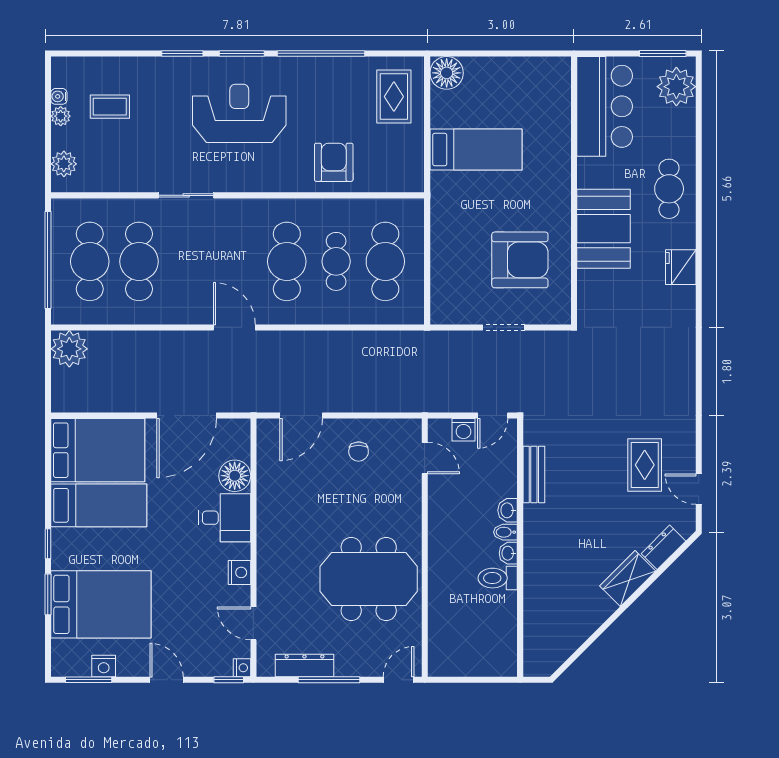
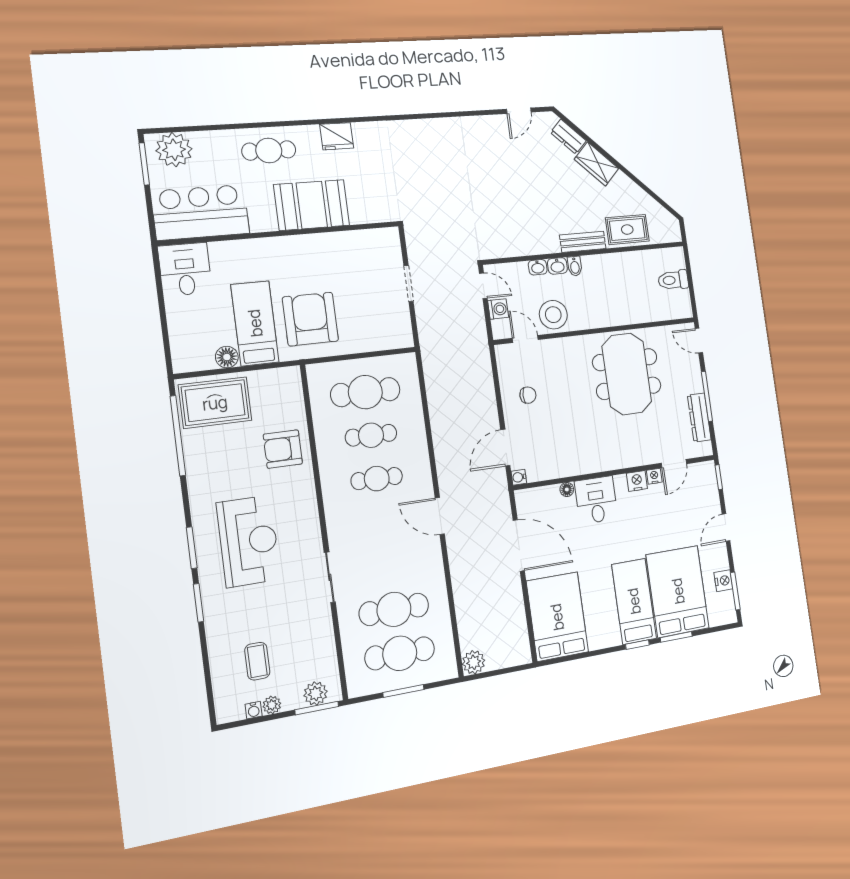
window: (321, 53) -> (178, 436), moved
floor lamp: (447, 73) -> (227, 357), moved, width x0.73, depth x0.73
desk: (543, 82) -> (185, 269), added
rug: (394, 97) -> (215, 403), width x1.36, depth x1.43
reception desk: (239, 113) -> (249, 541), turned 180
window: (48, 163) -> (317, 708), added
window: (48, 260) -> (403, 691), width x0.47
armchair: (520, 260) -> (310, 319), moved
cafe table: (287, 261) -> (377, 479), width x0.73, depth x0.74
door: (234, 327) -> (440, 516), hinge flipped
plant: (69, 349) -> (474, 662), width x0.73, depth x0.73
door: (301, 416) -> (505, 448), swing flipped
water cooler: (265, 427) -> (519, 477), added
door: (425, 458) -> (525, 339), hinge flipped
rug: (645, 465) -> (627, 230), moved
bench: (534, 475) -> (583, 242), moved
floor lamp: (235, 476) -> (567, 489), width x0.53, depth x0.53
stool: (450, 497) -> (553, 315), added
bed: (99, 505) -> (634, 601), moved
washbasin: (508, 553) -> (538, 267), moved
toilet: (498, 578) -> (673, 280), moved, turned 90
nightstand: (242, 668) -> (654, 476), moved

